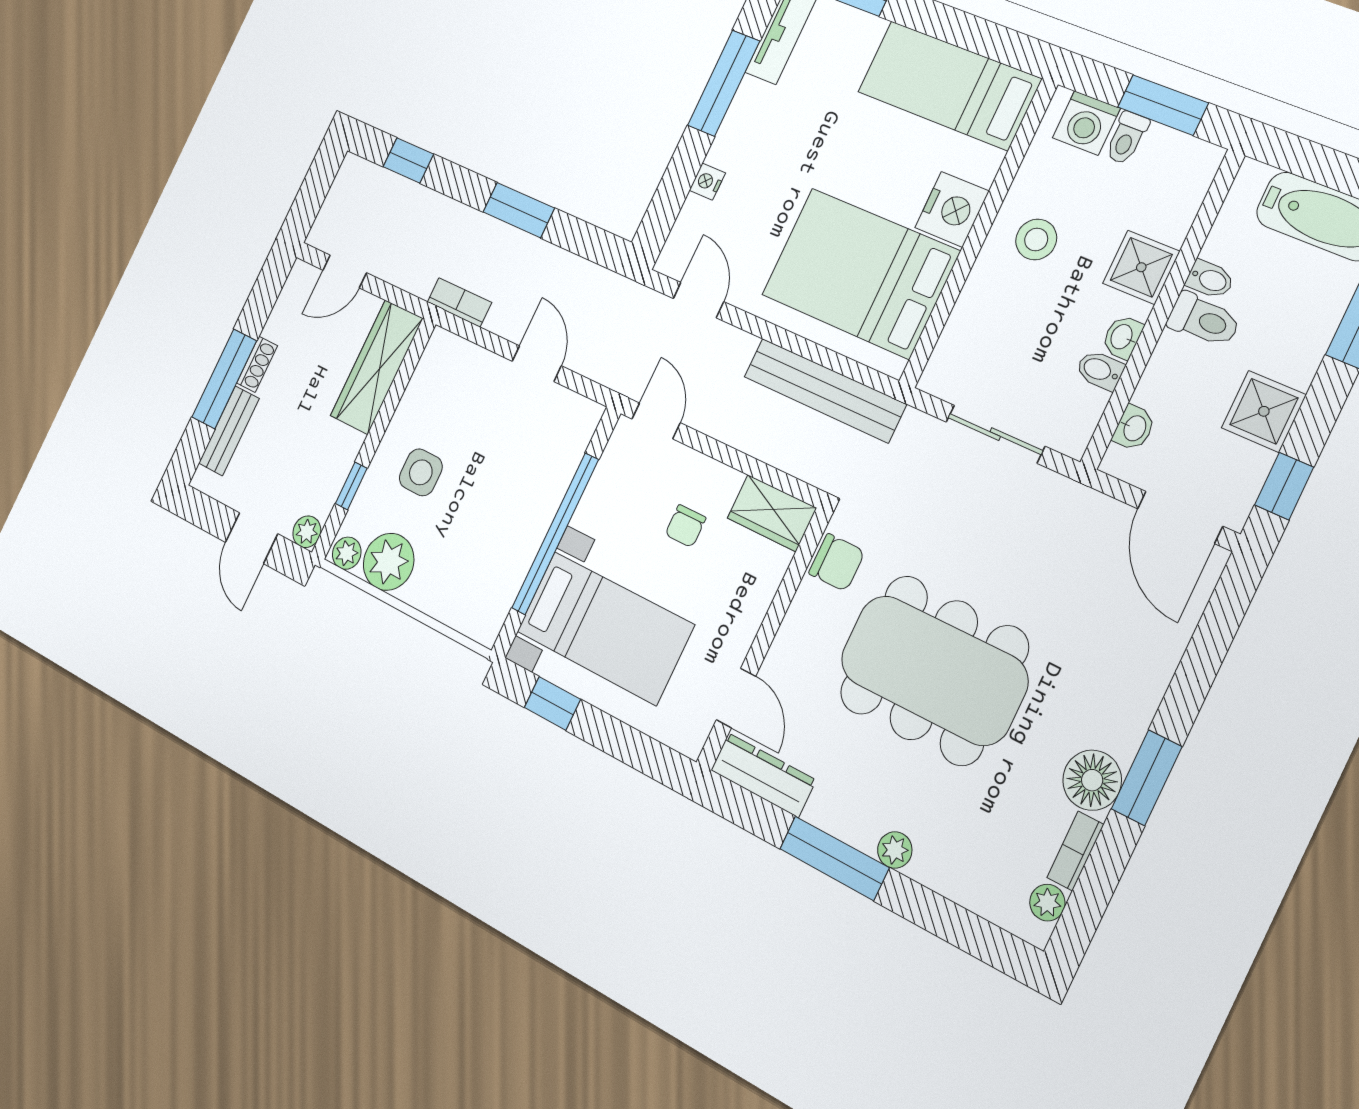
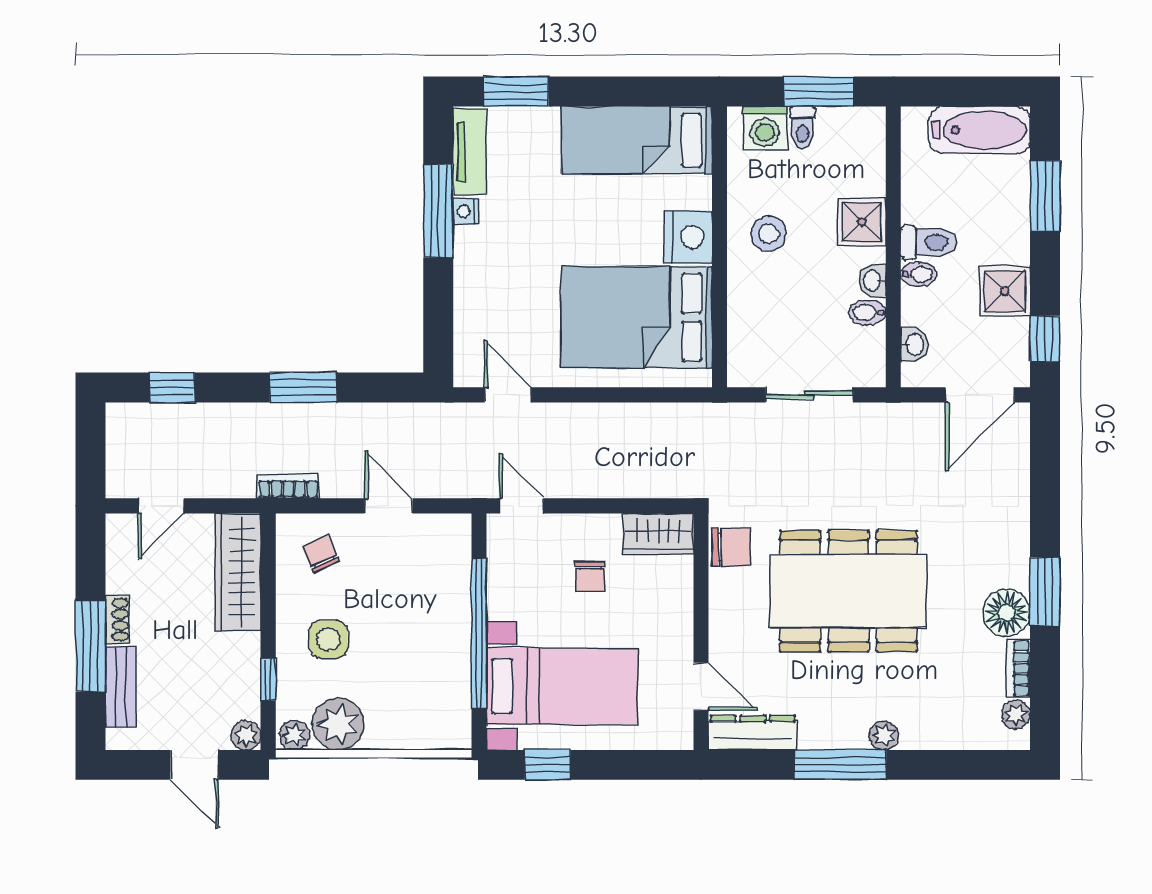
nightstand: (707, 182) -> (466, 211), moved
bidet: (1210, 279) -> (919, 274), moved
chair: (455, 383) -> (321, 554), added
bench: (825, 390) -> (654, 421), removed
door: (1180, 517) -> (980, 395), hinge flipped

